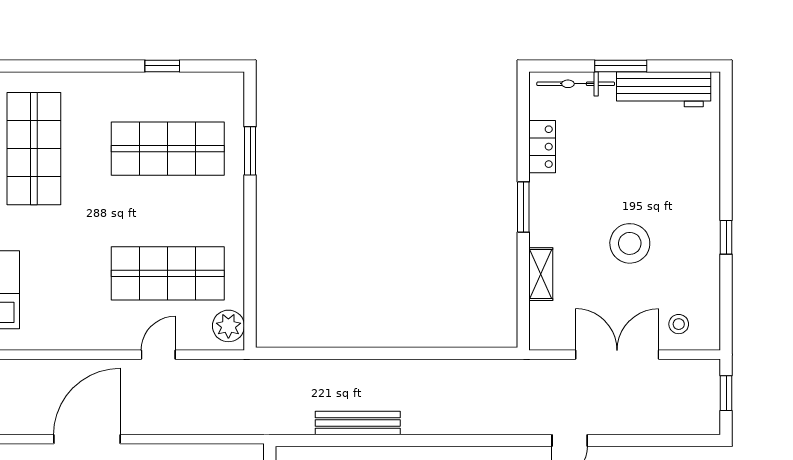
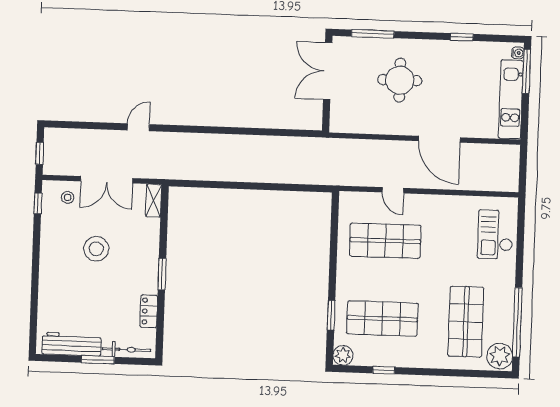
window: (726, 237) -> (38, 203), moved
shelving: (541, 274) -> (154, 201), moved
plant: (228, 326) -> (343, 355), moved
door: (158, 355) -> (393, 190), hinge flipped
bench: (358, 423) -> (270, 143), removed
door: (87, 439) -> (439, 139), hinge flipped

